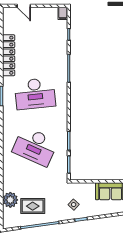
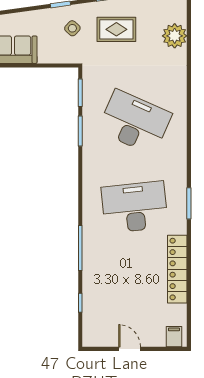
door: (24, 6) -> (130, 349), moved
filing cabinet: (63, 13) -> (174, 337), moved
rug: (33, 206) -> (116, 29), moved

